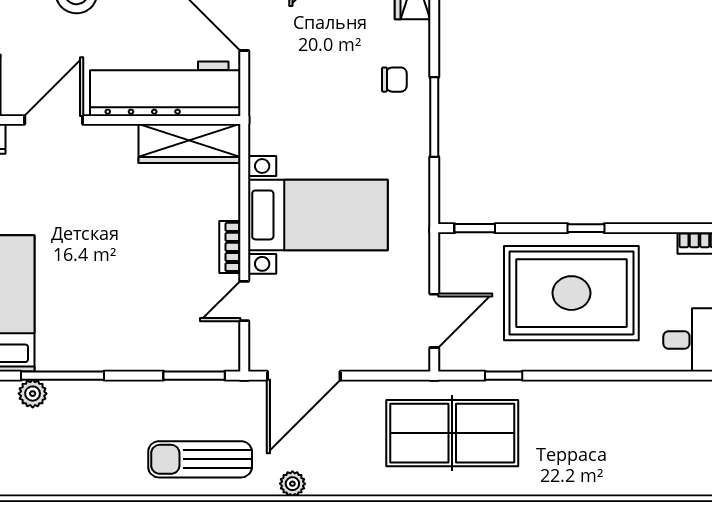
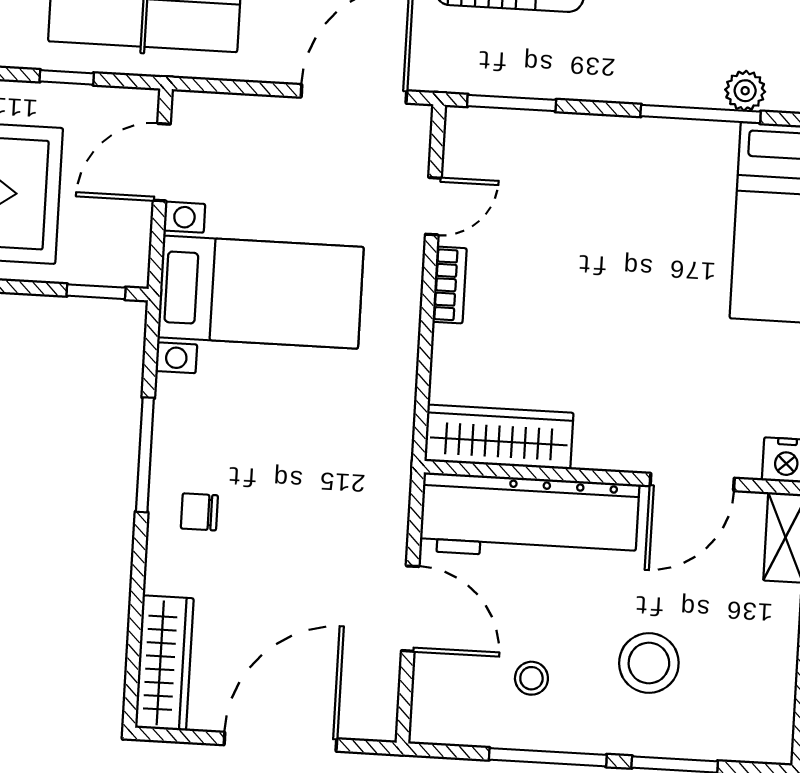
bed with nightstands: (318, 215) -> (261, 292), moved, turned 180

